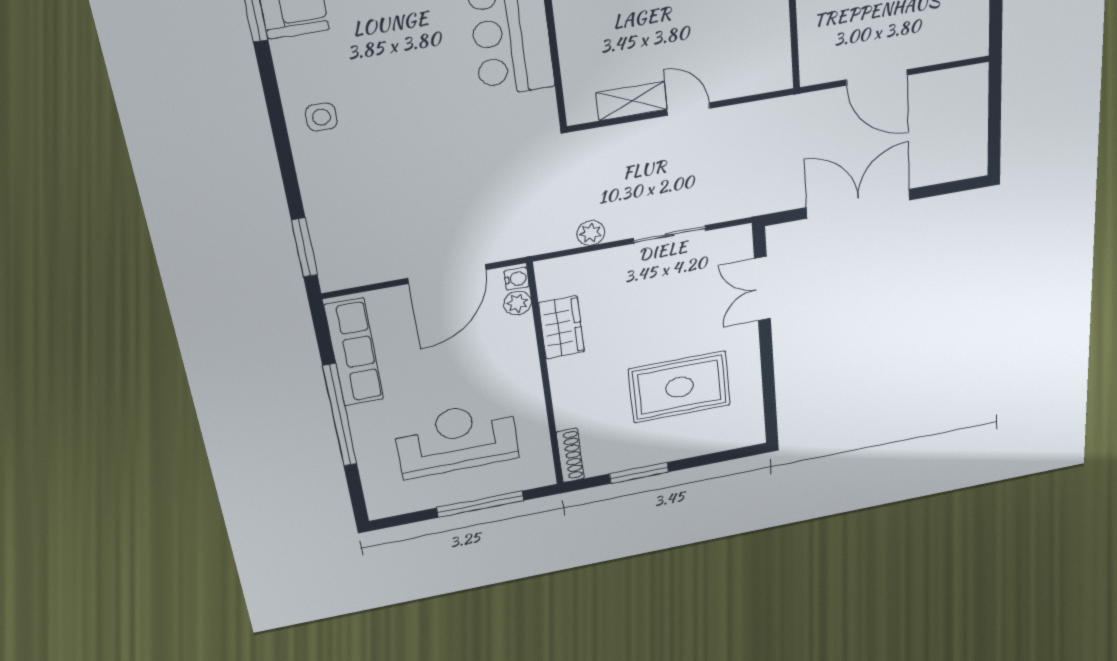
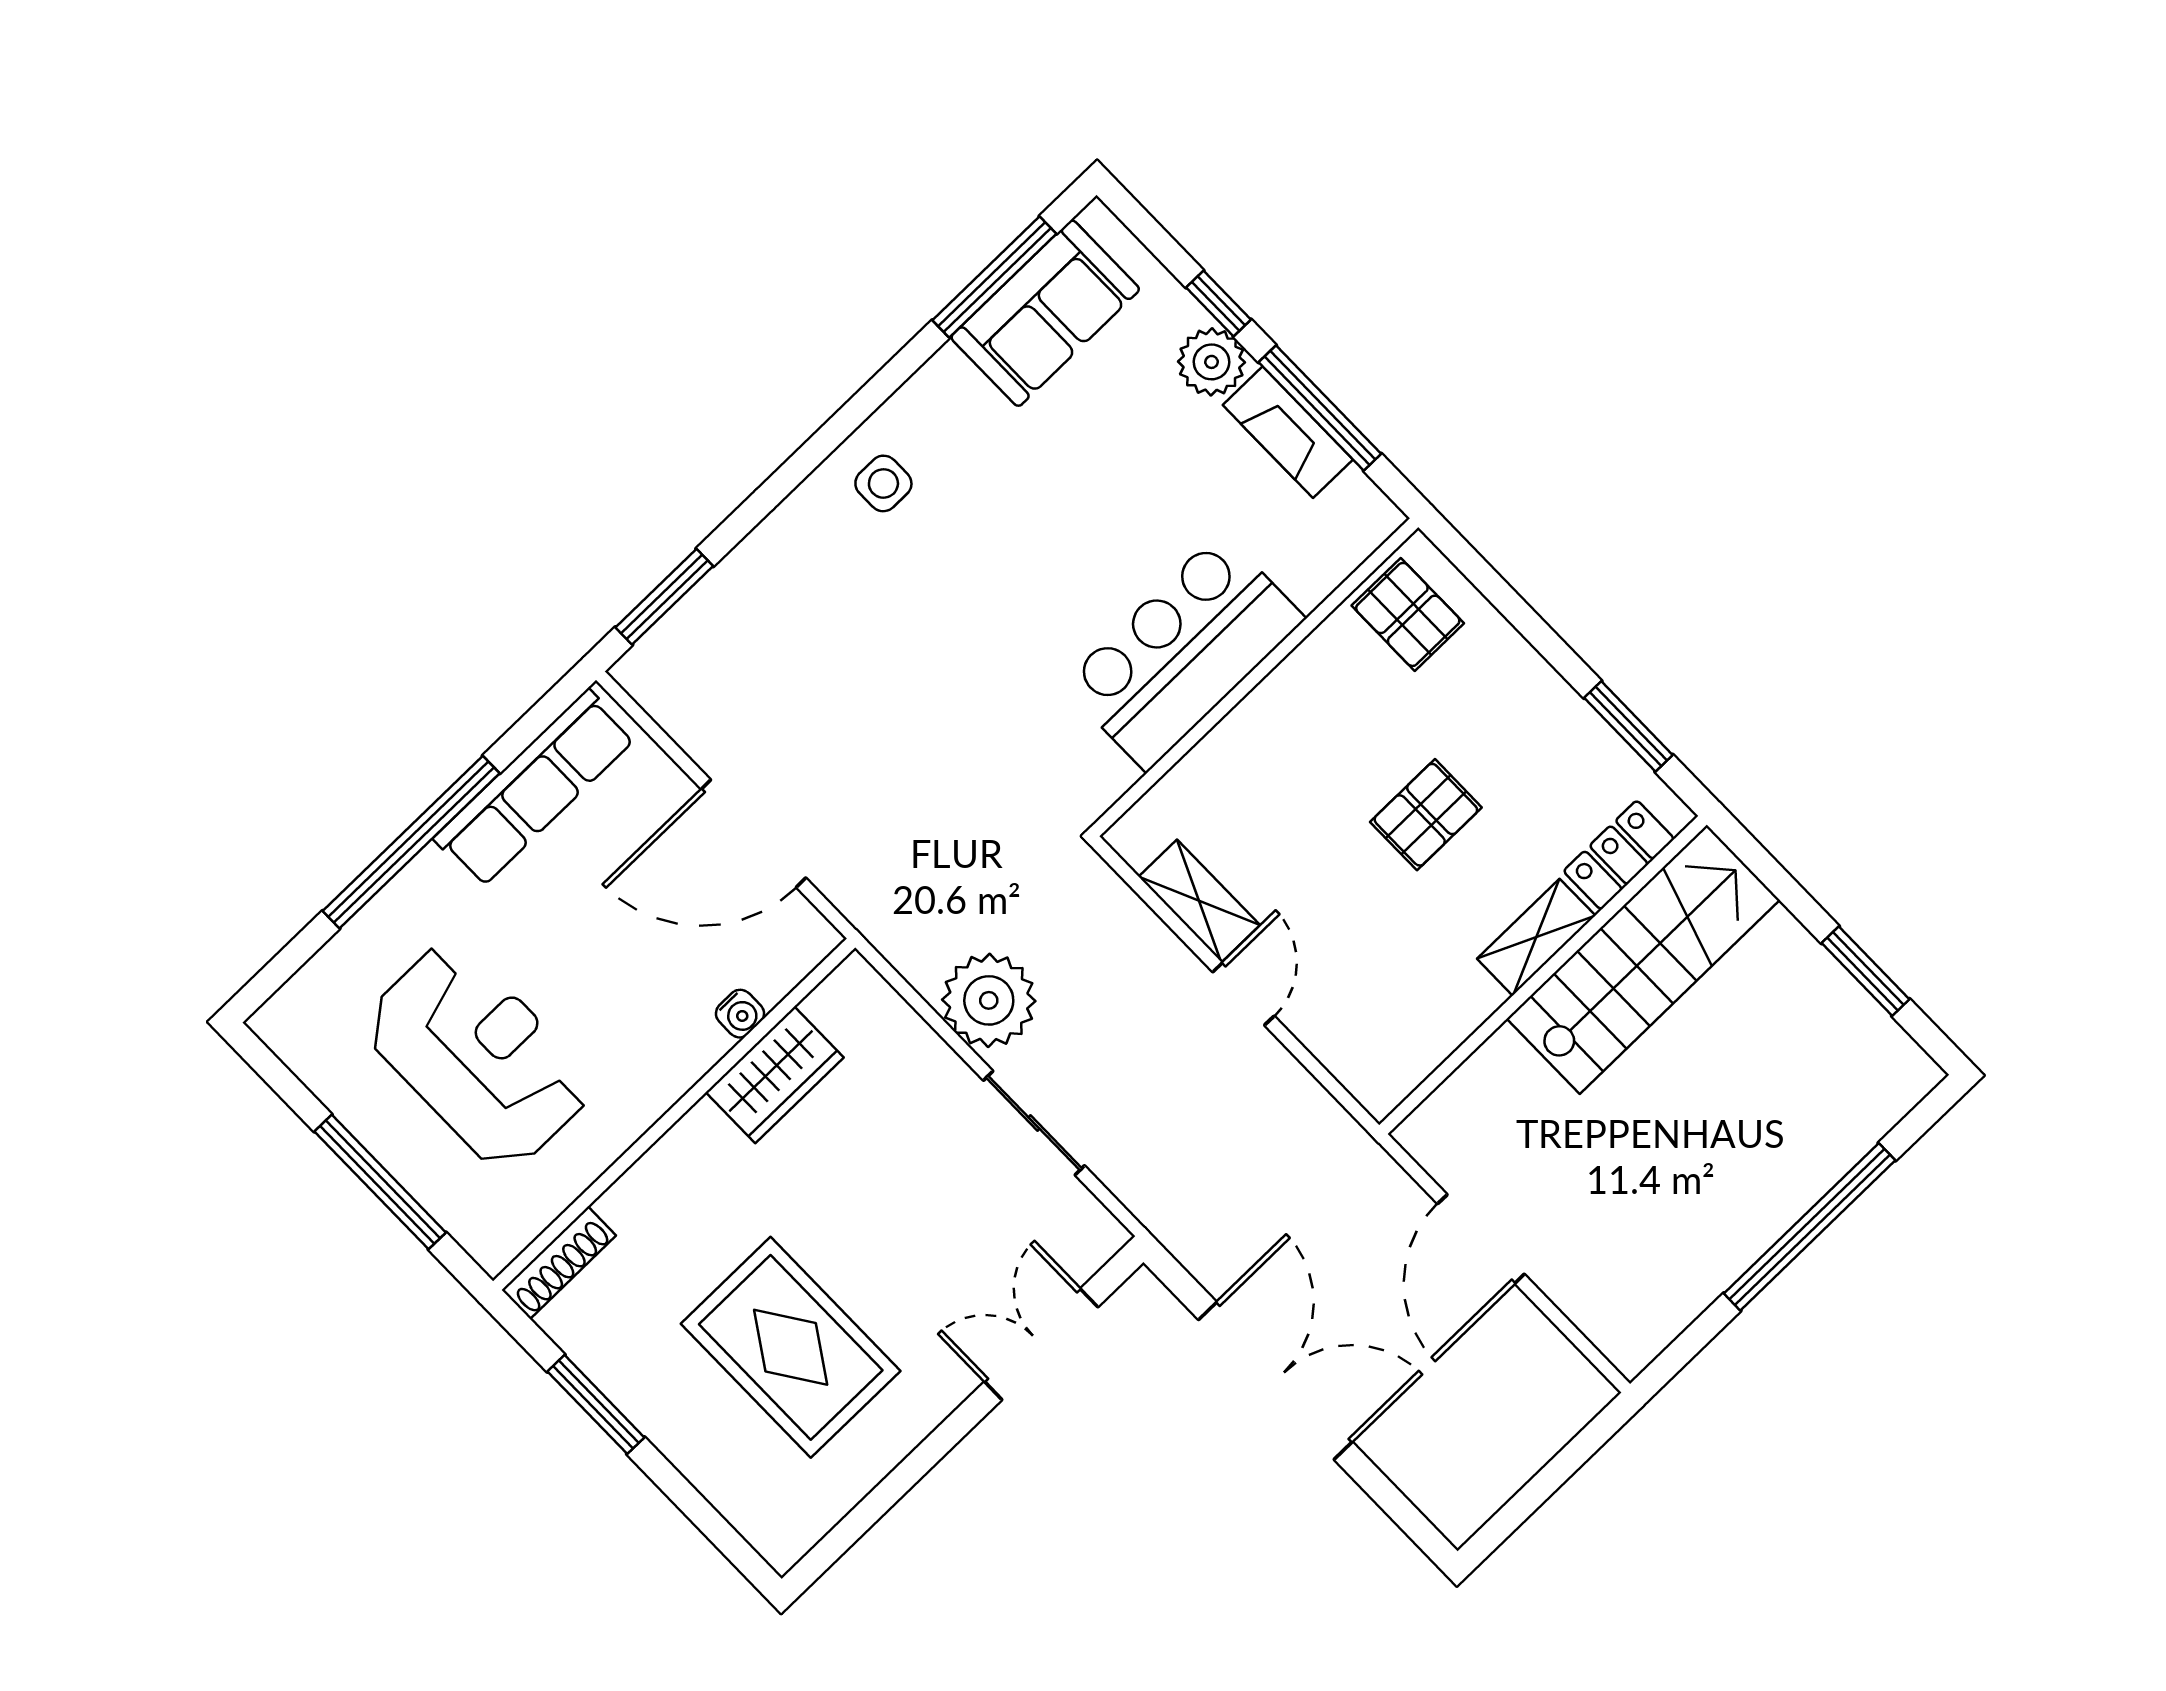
plant: (591, 233) -> (989, 1000), width x1.88, depth x1.88
water cooler: (516, 279) -> (740, 1014), moved
plant: (518, 303) -> (773, 976), removed

